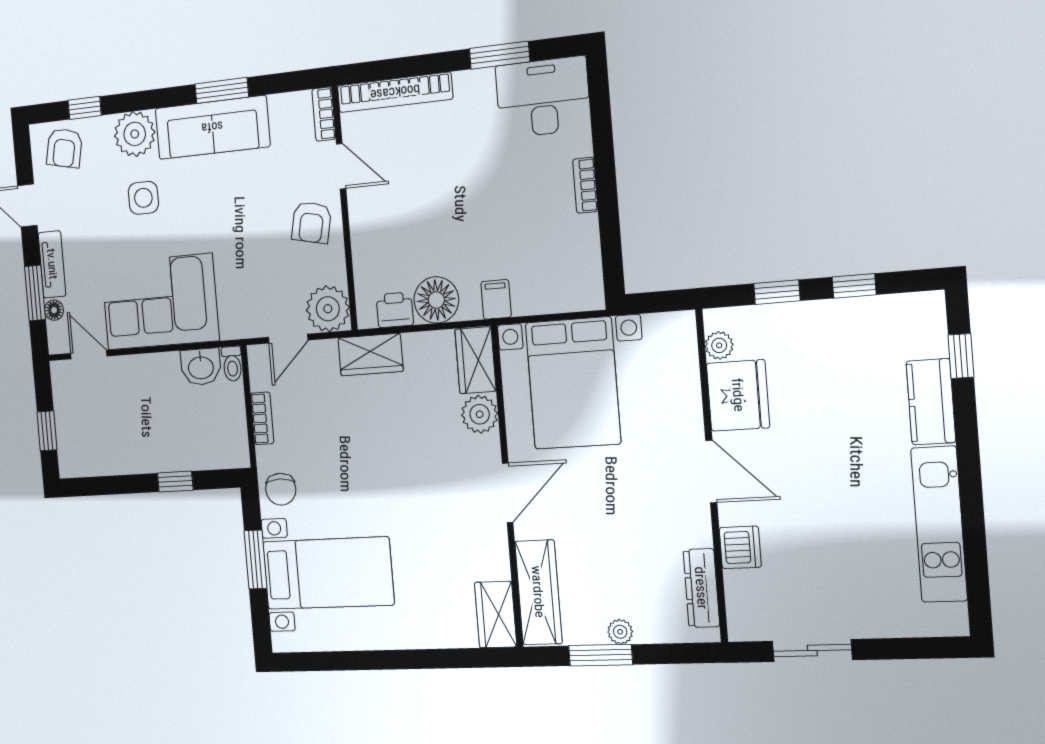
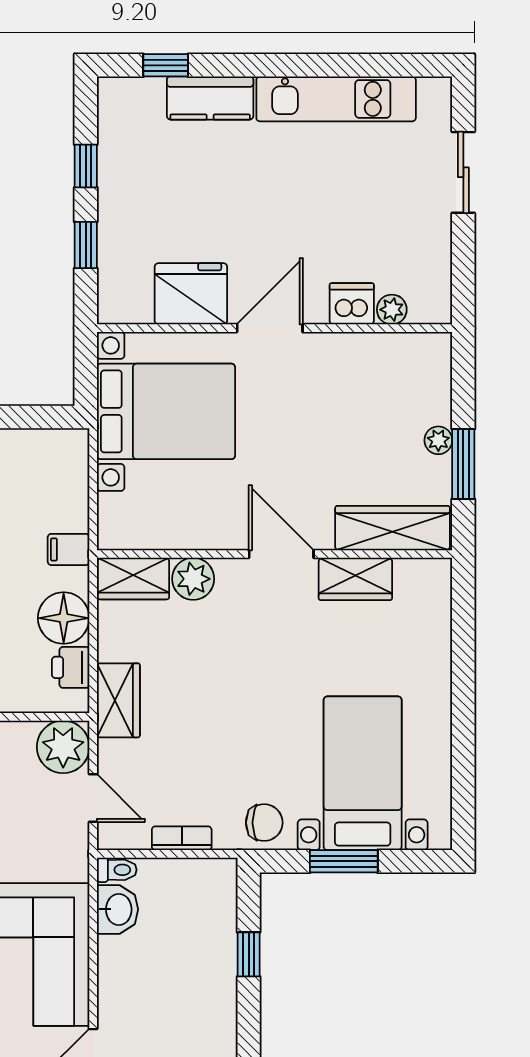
plant: (719, 345) -> (392, 310), moved
bed with nightstands: (573, 383) -> (166, 411), moved
dresser: (701, 588) -> (394, 348), removed
wardrobe: (496, 615) -> (355, 579), moved
sliding door: (812, 651) -> (463, 172), moved

